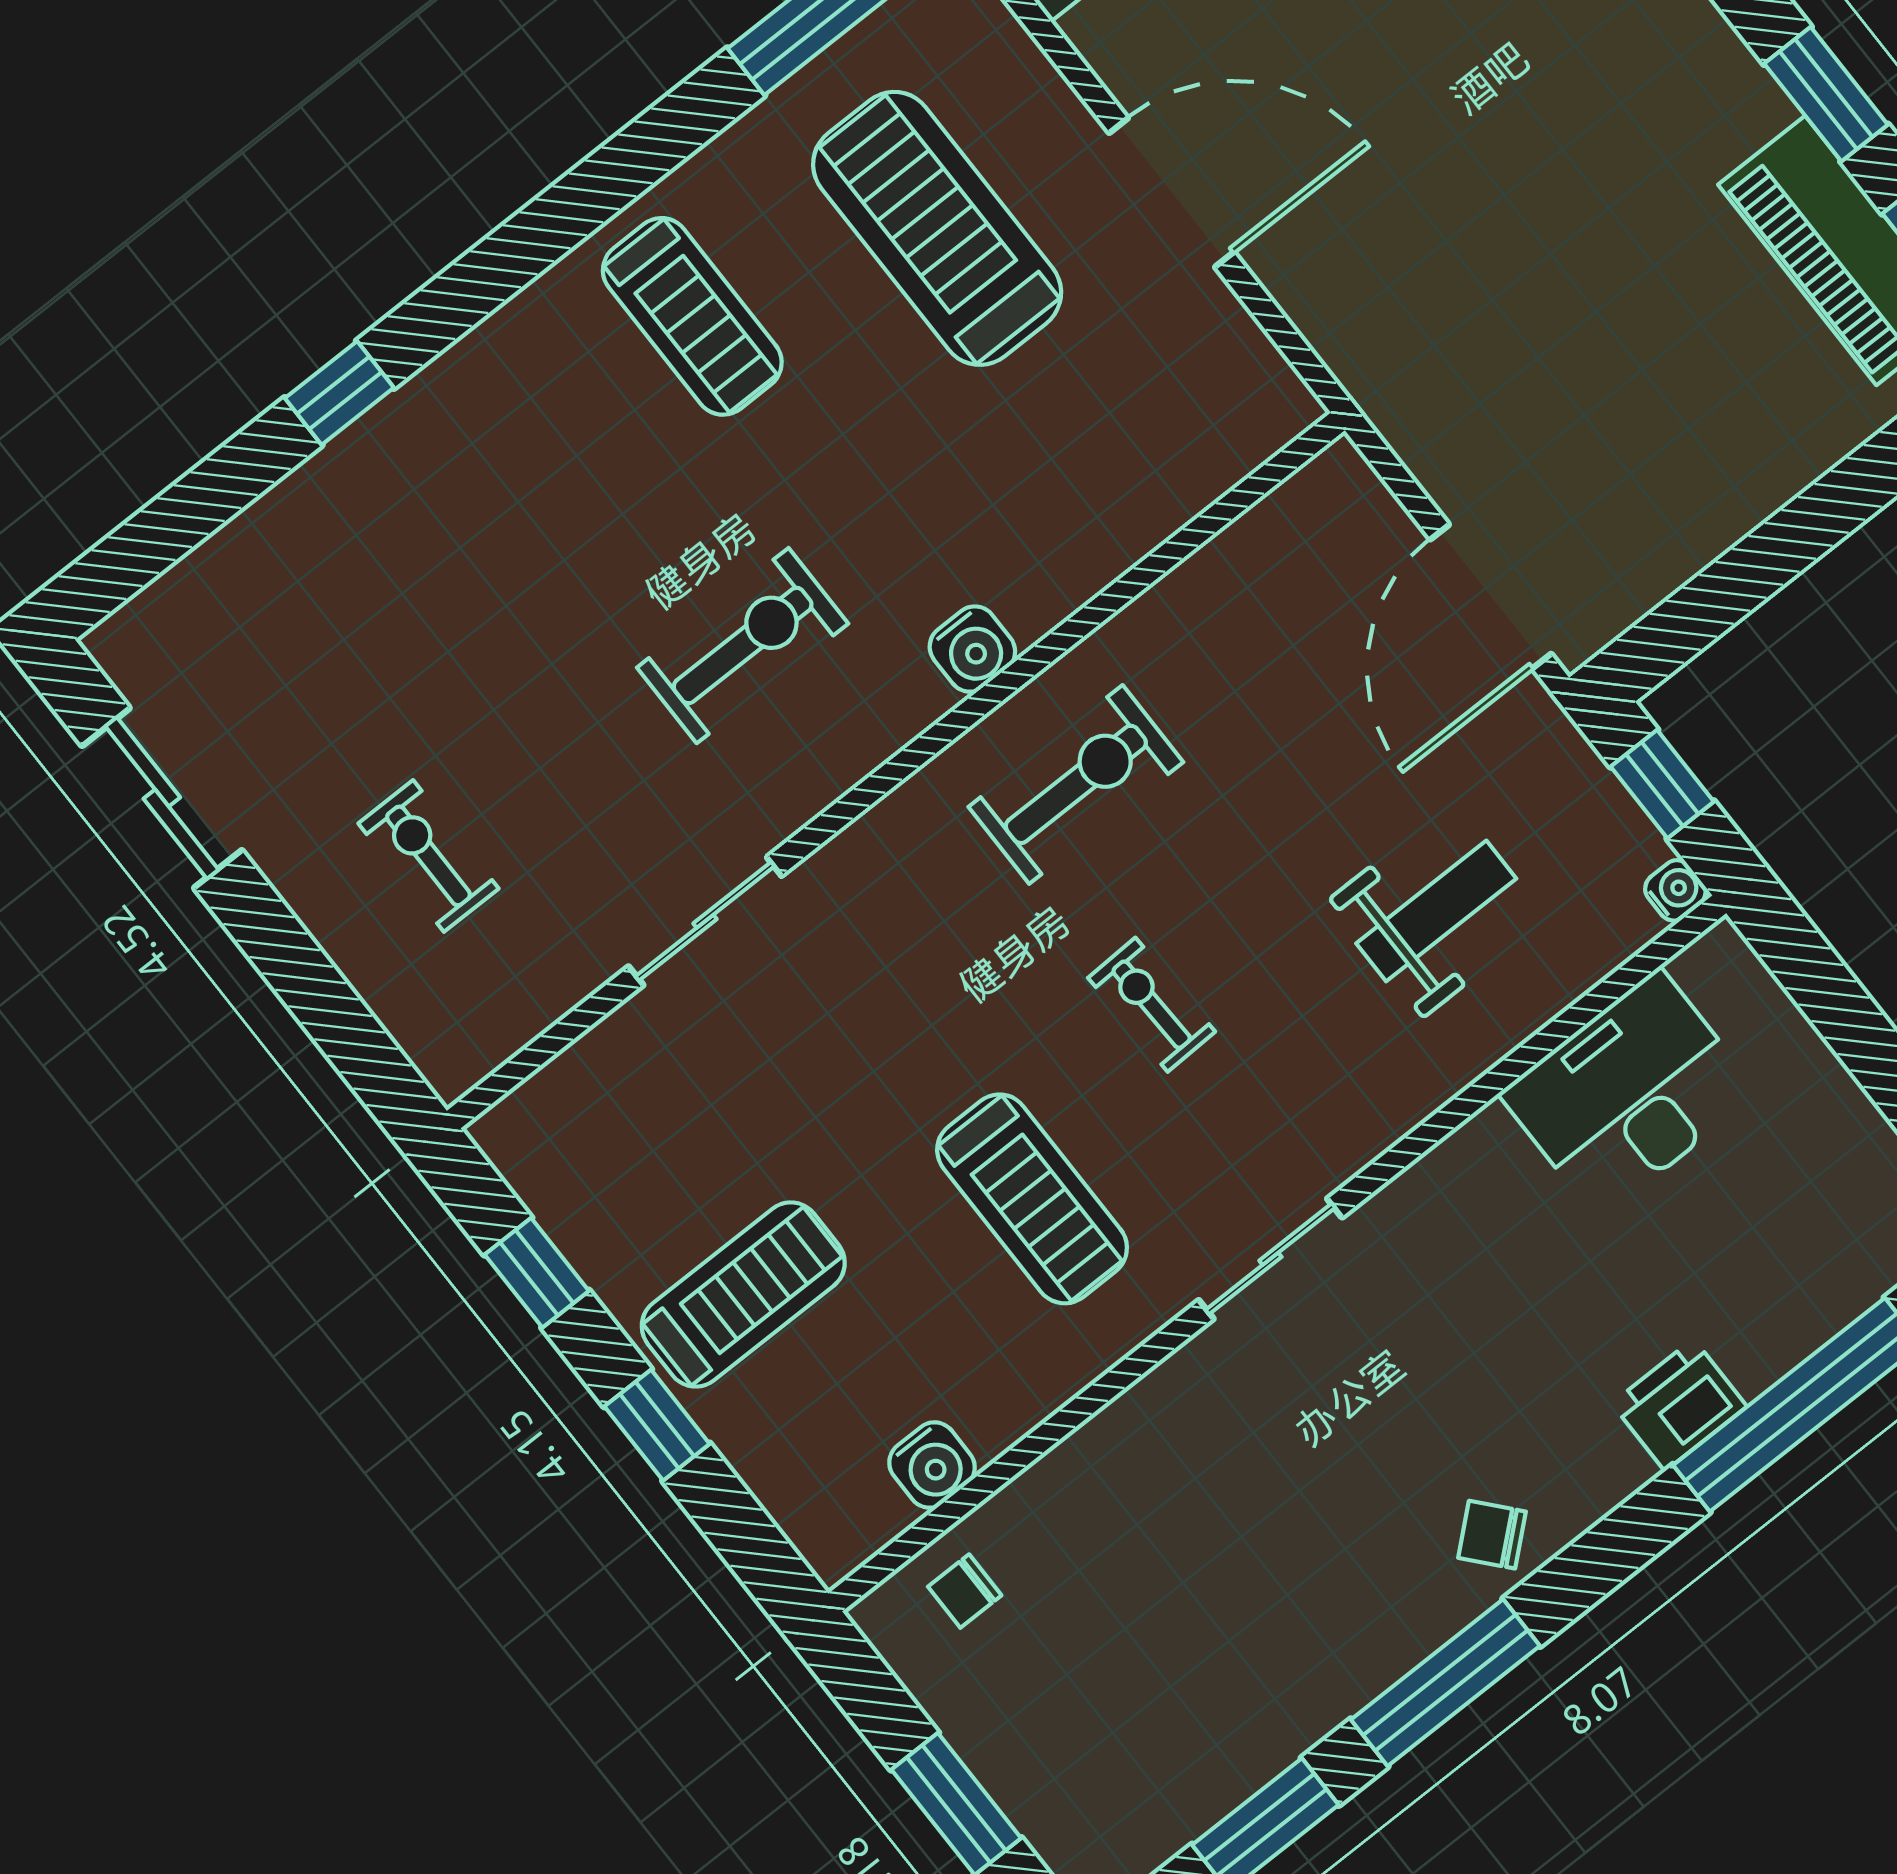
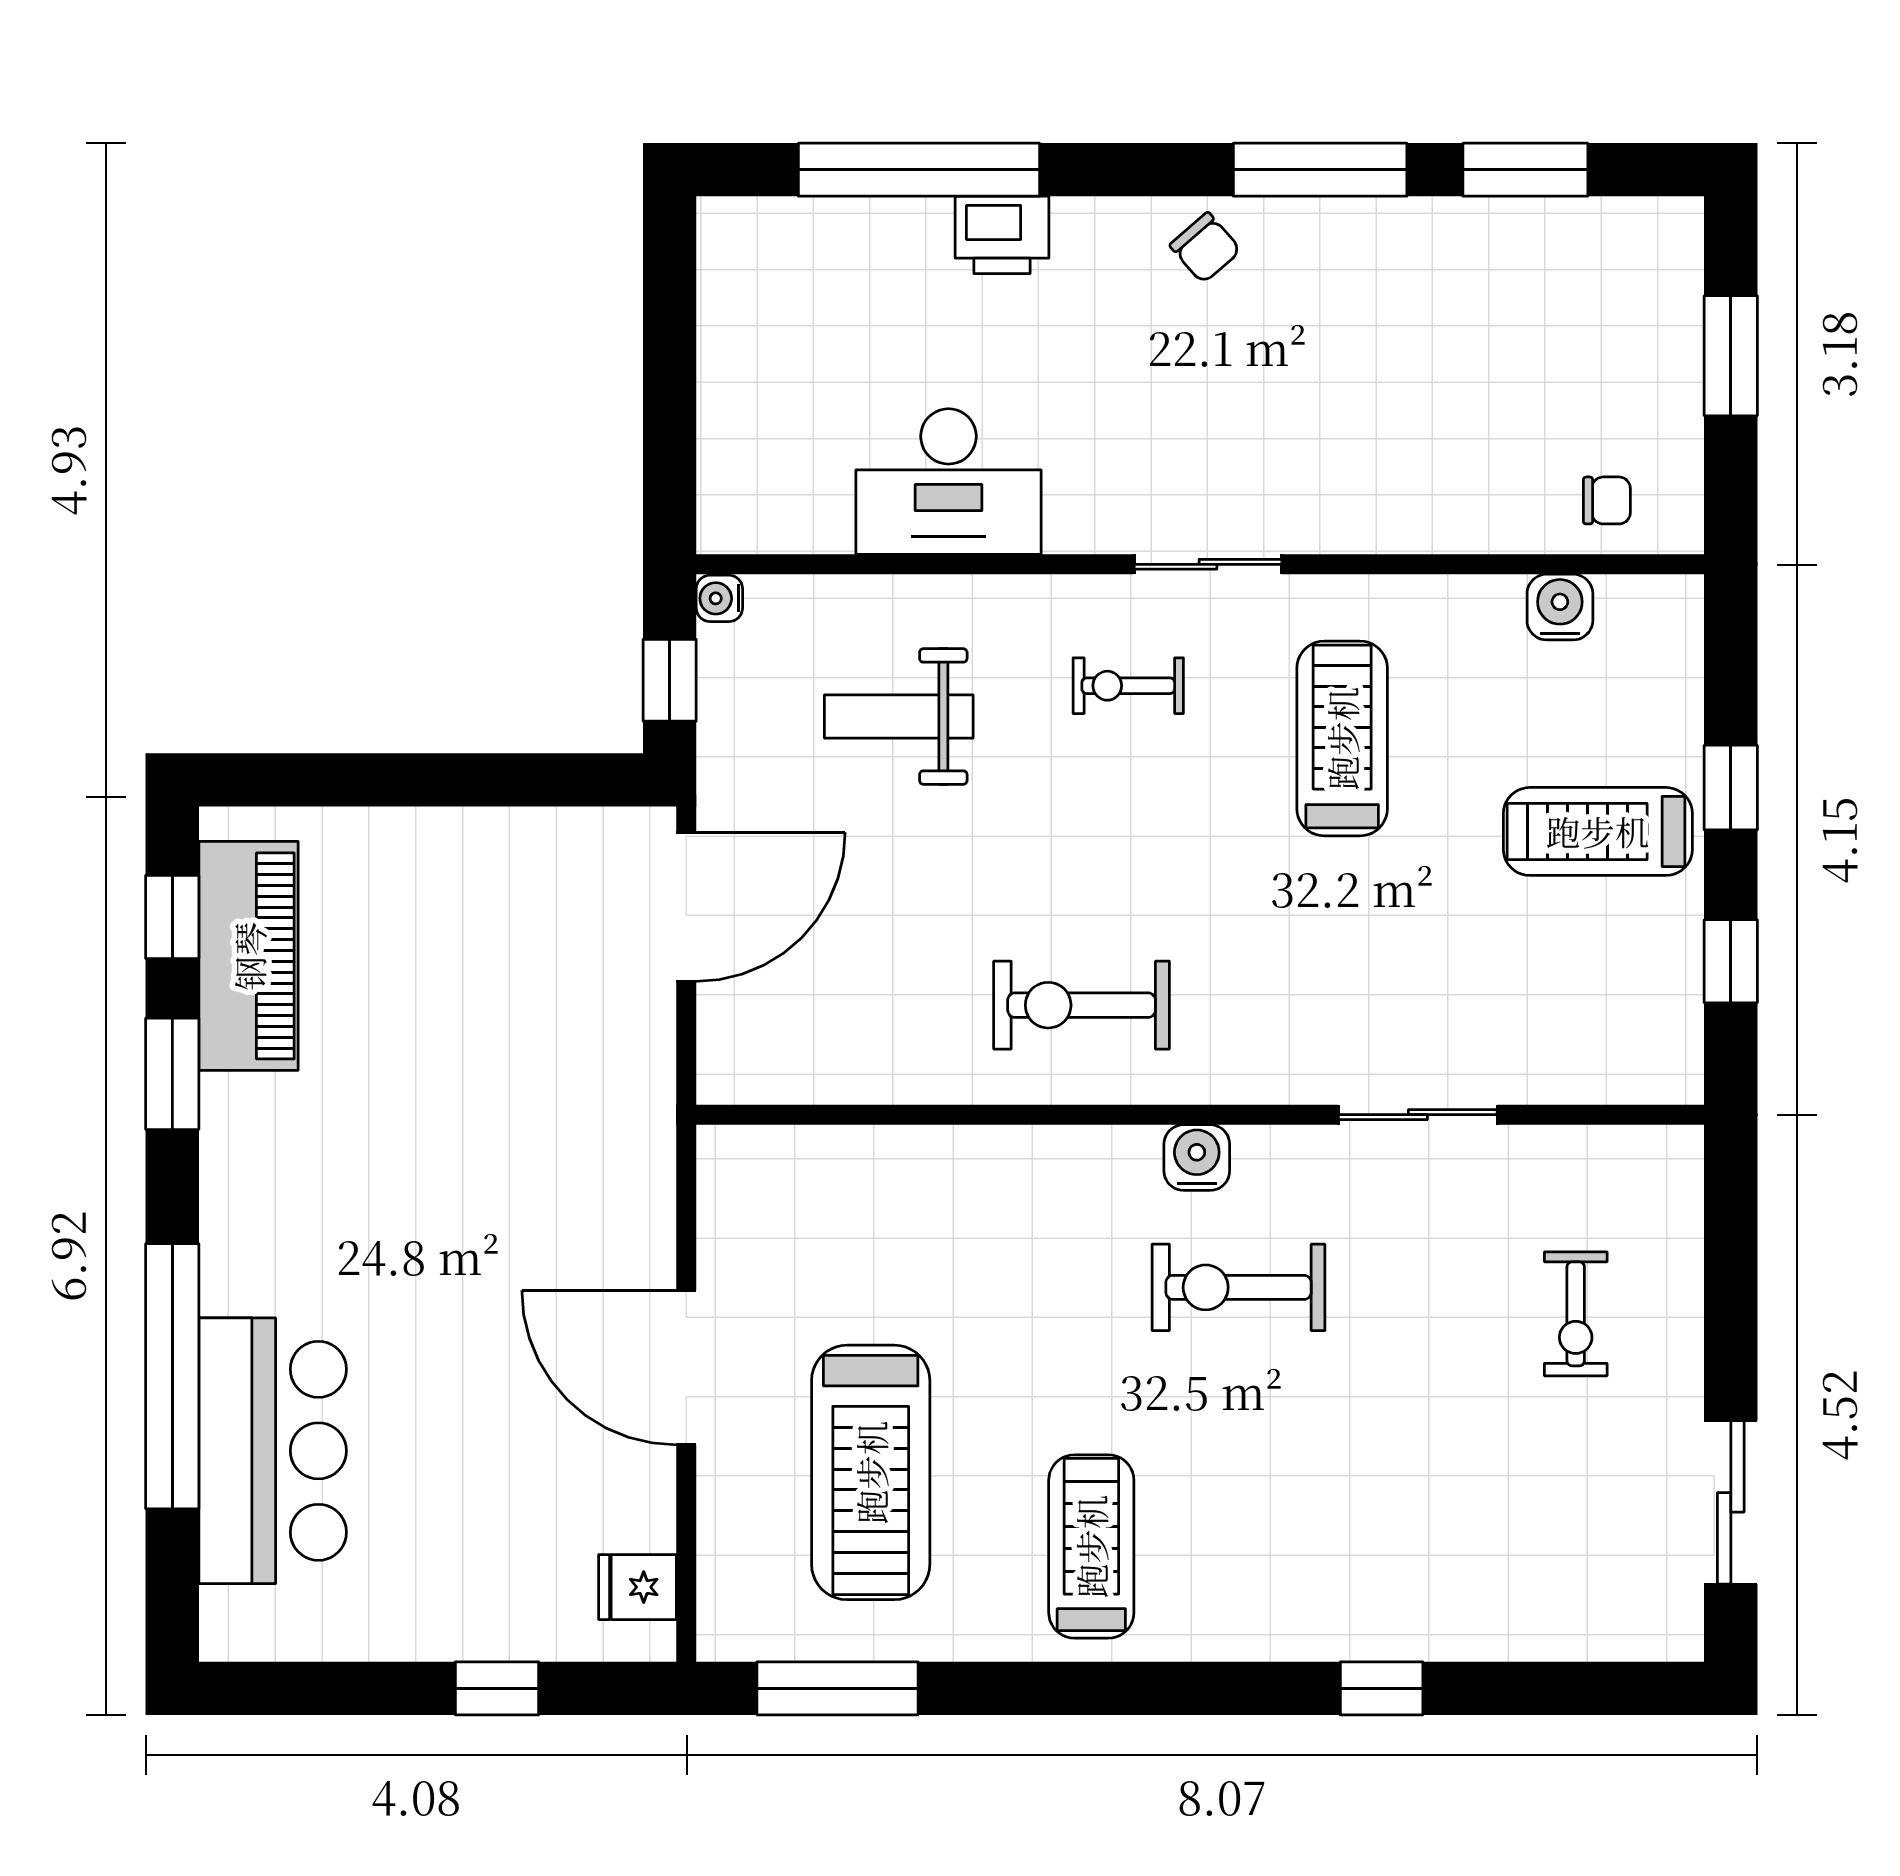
water cooler: (972, 649) -> (1197, 1158), moved
exercise bike: (1152, 1005) -> (1128, 686), moved, turned 92
desk: (1629, 1093) -> (948, 482), moved

